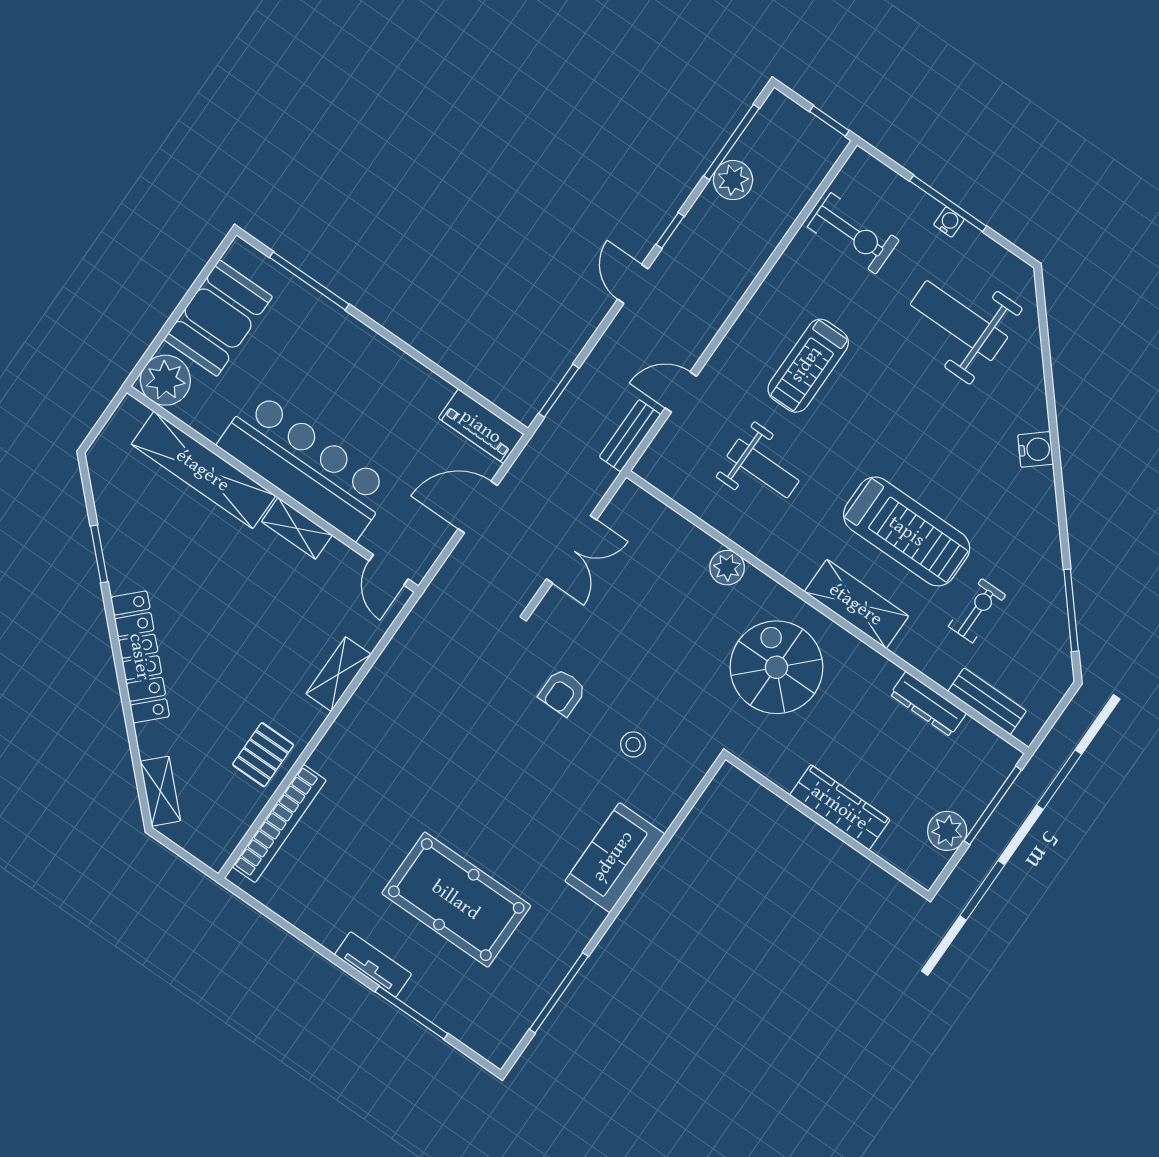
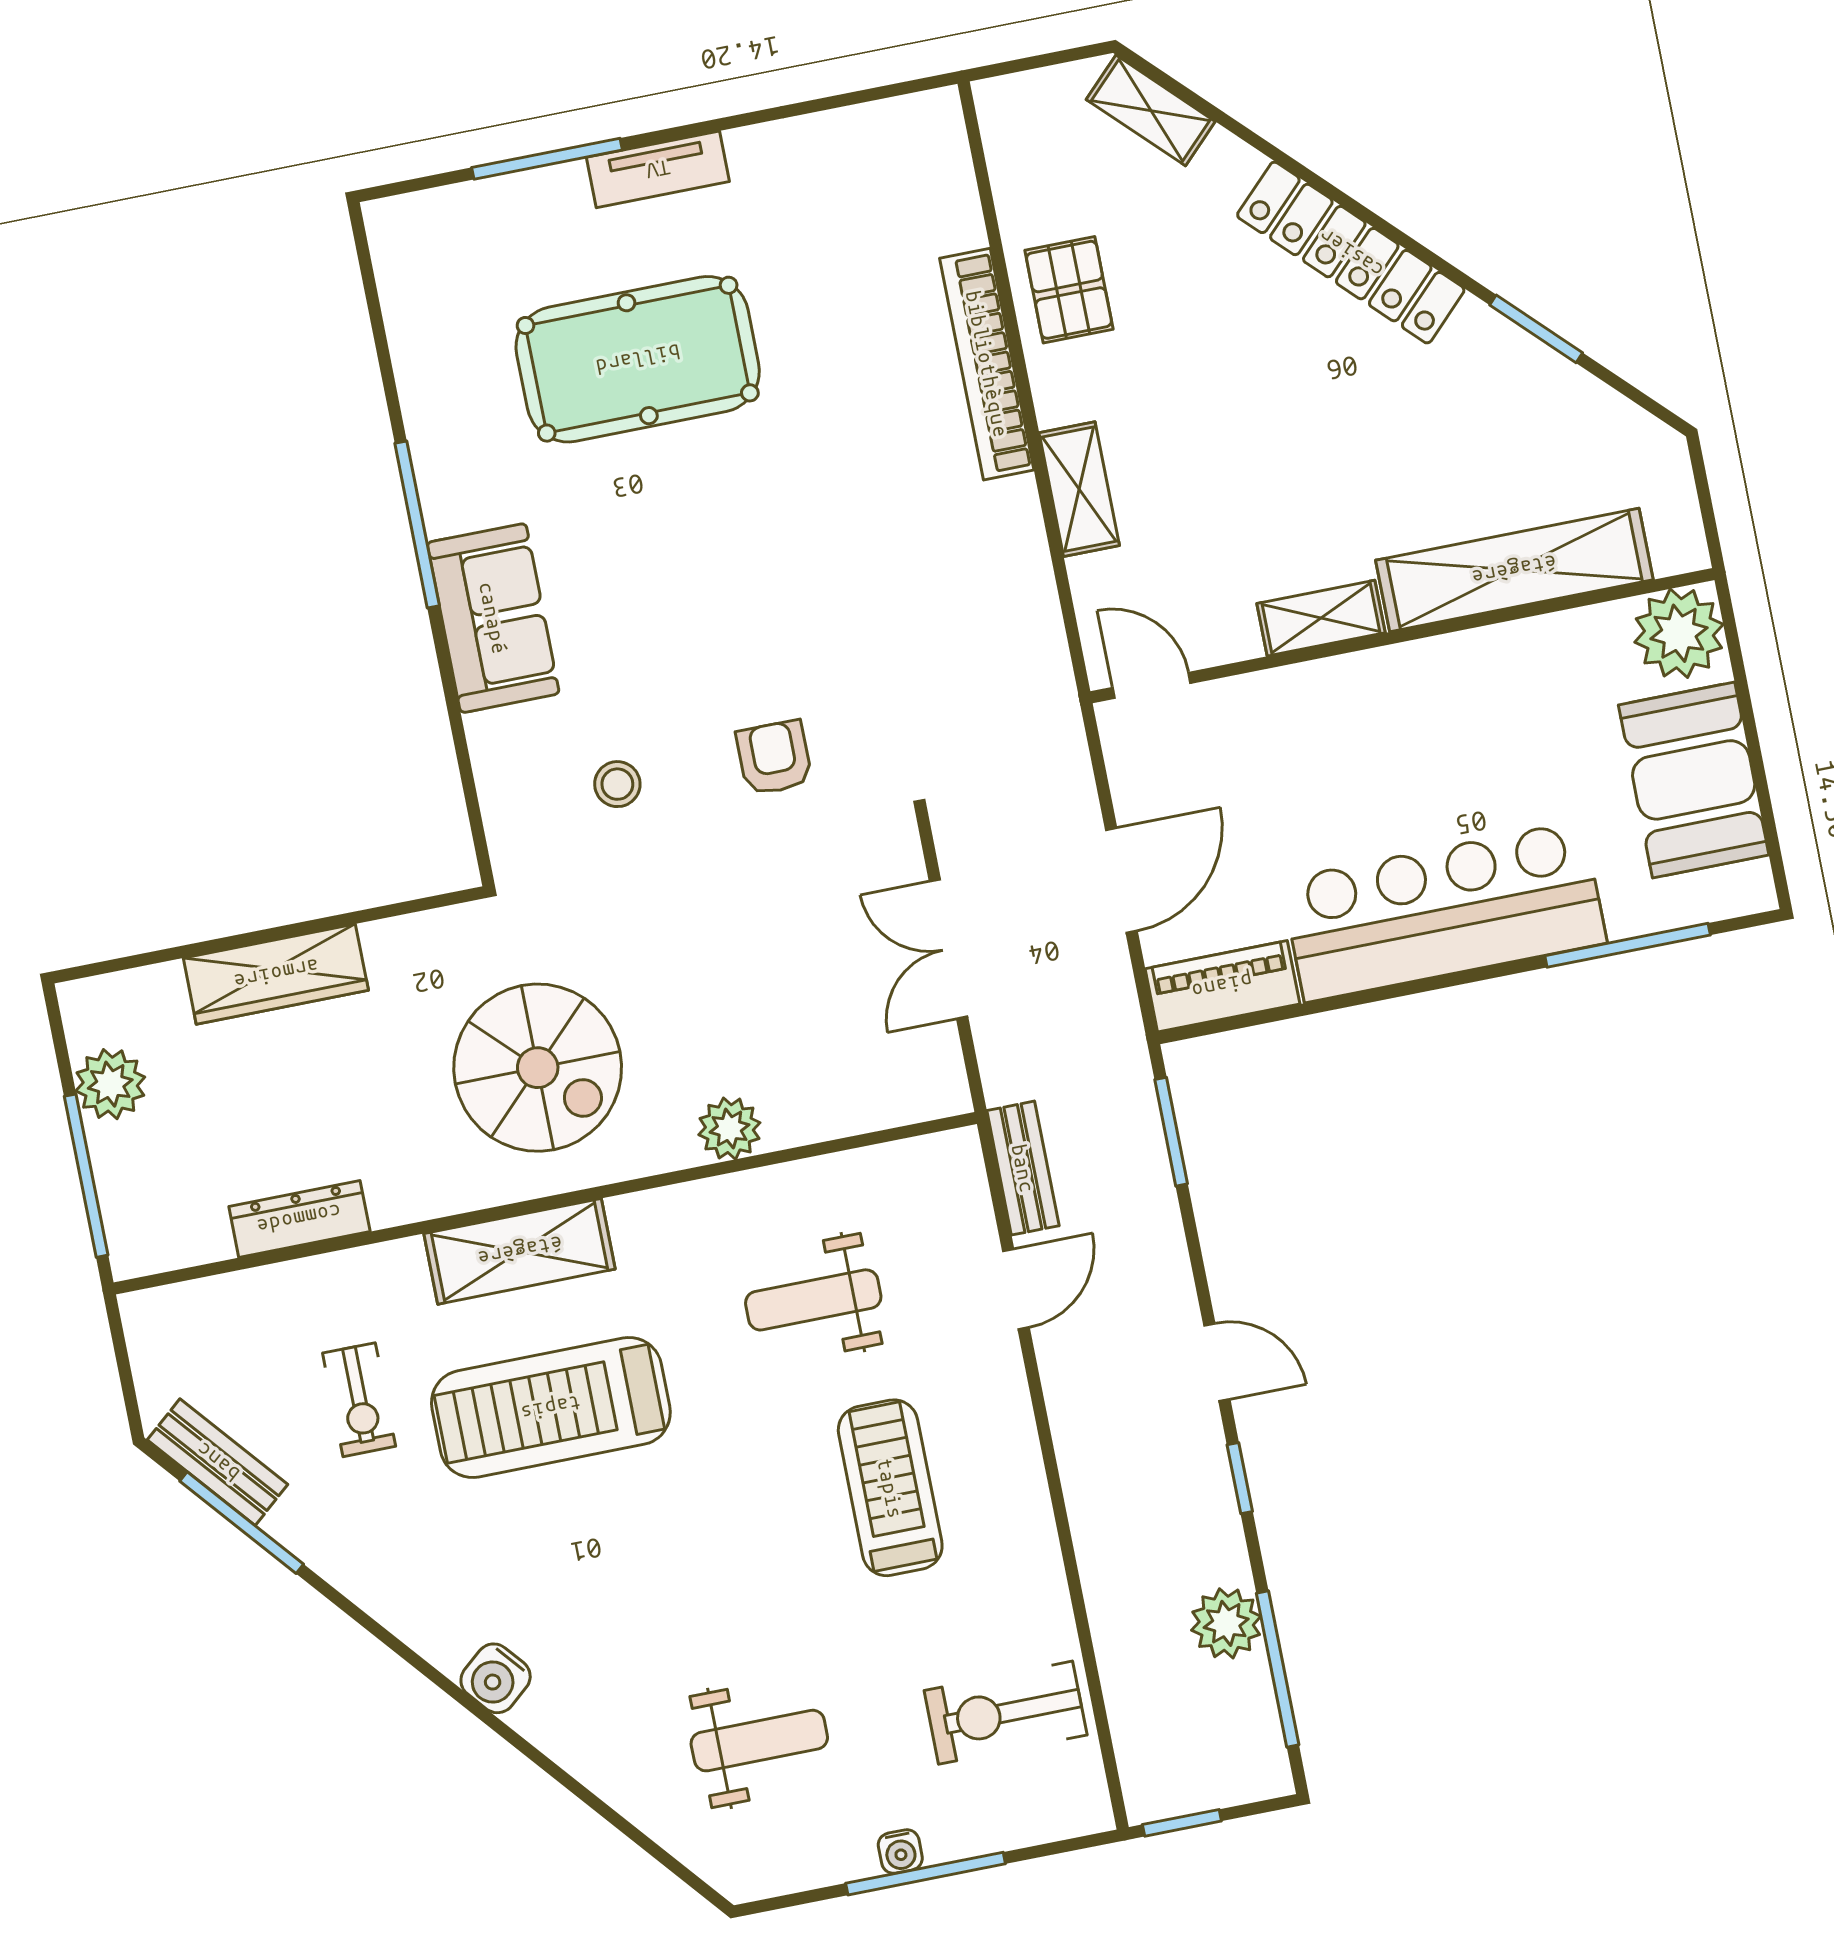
weight bench: (959, 321) -> (759, 1741), width x0.73, depth x0.75
bar counter: (305, 466) -> (1444, 911), moved, turned 180
bench: (987, 701) -> (218, 1462), moved, turned 50
bookcase: (279, 824) -> (987, 364), moved
window: (559, 993) -> (417, 524), moved

